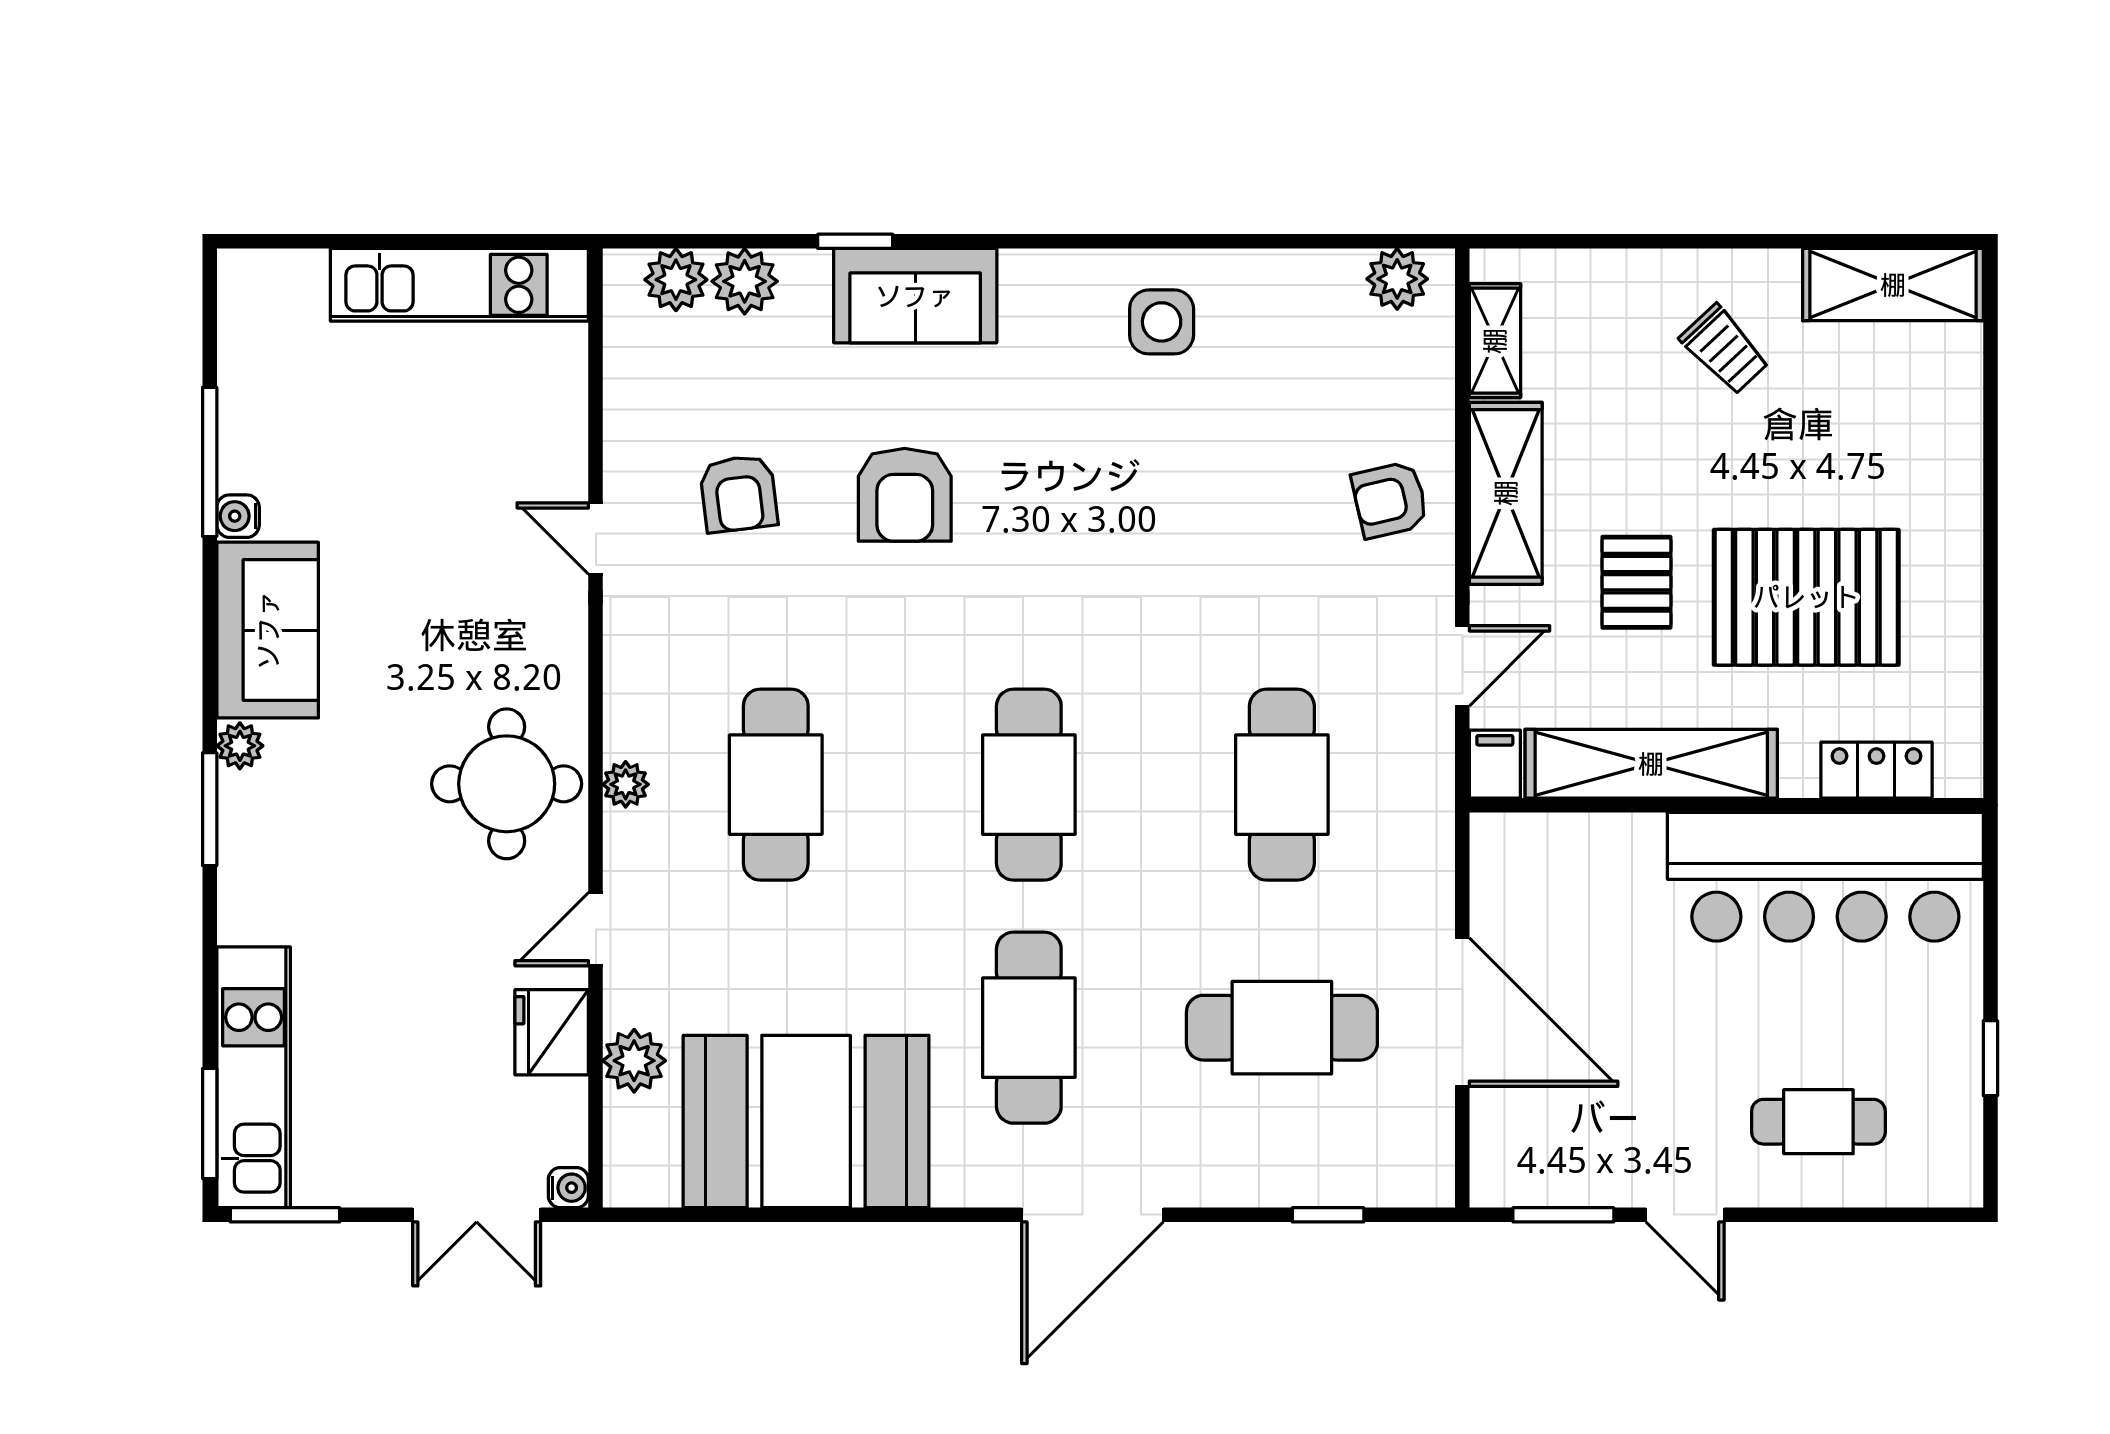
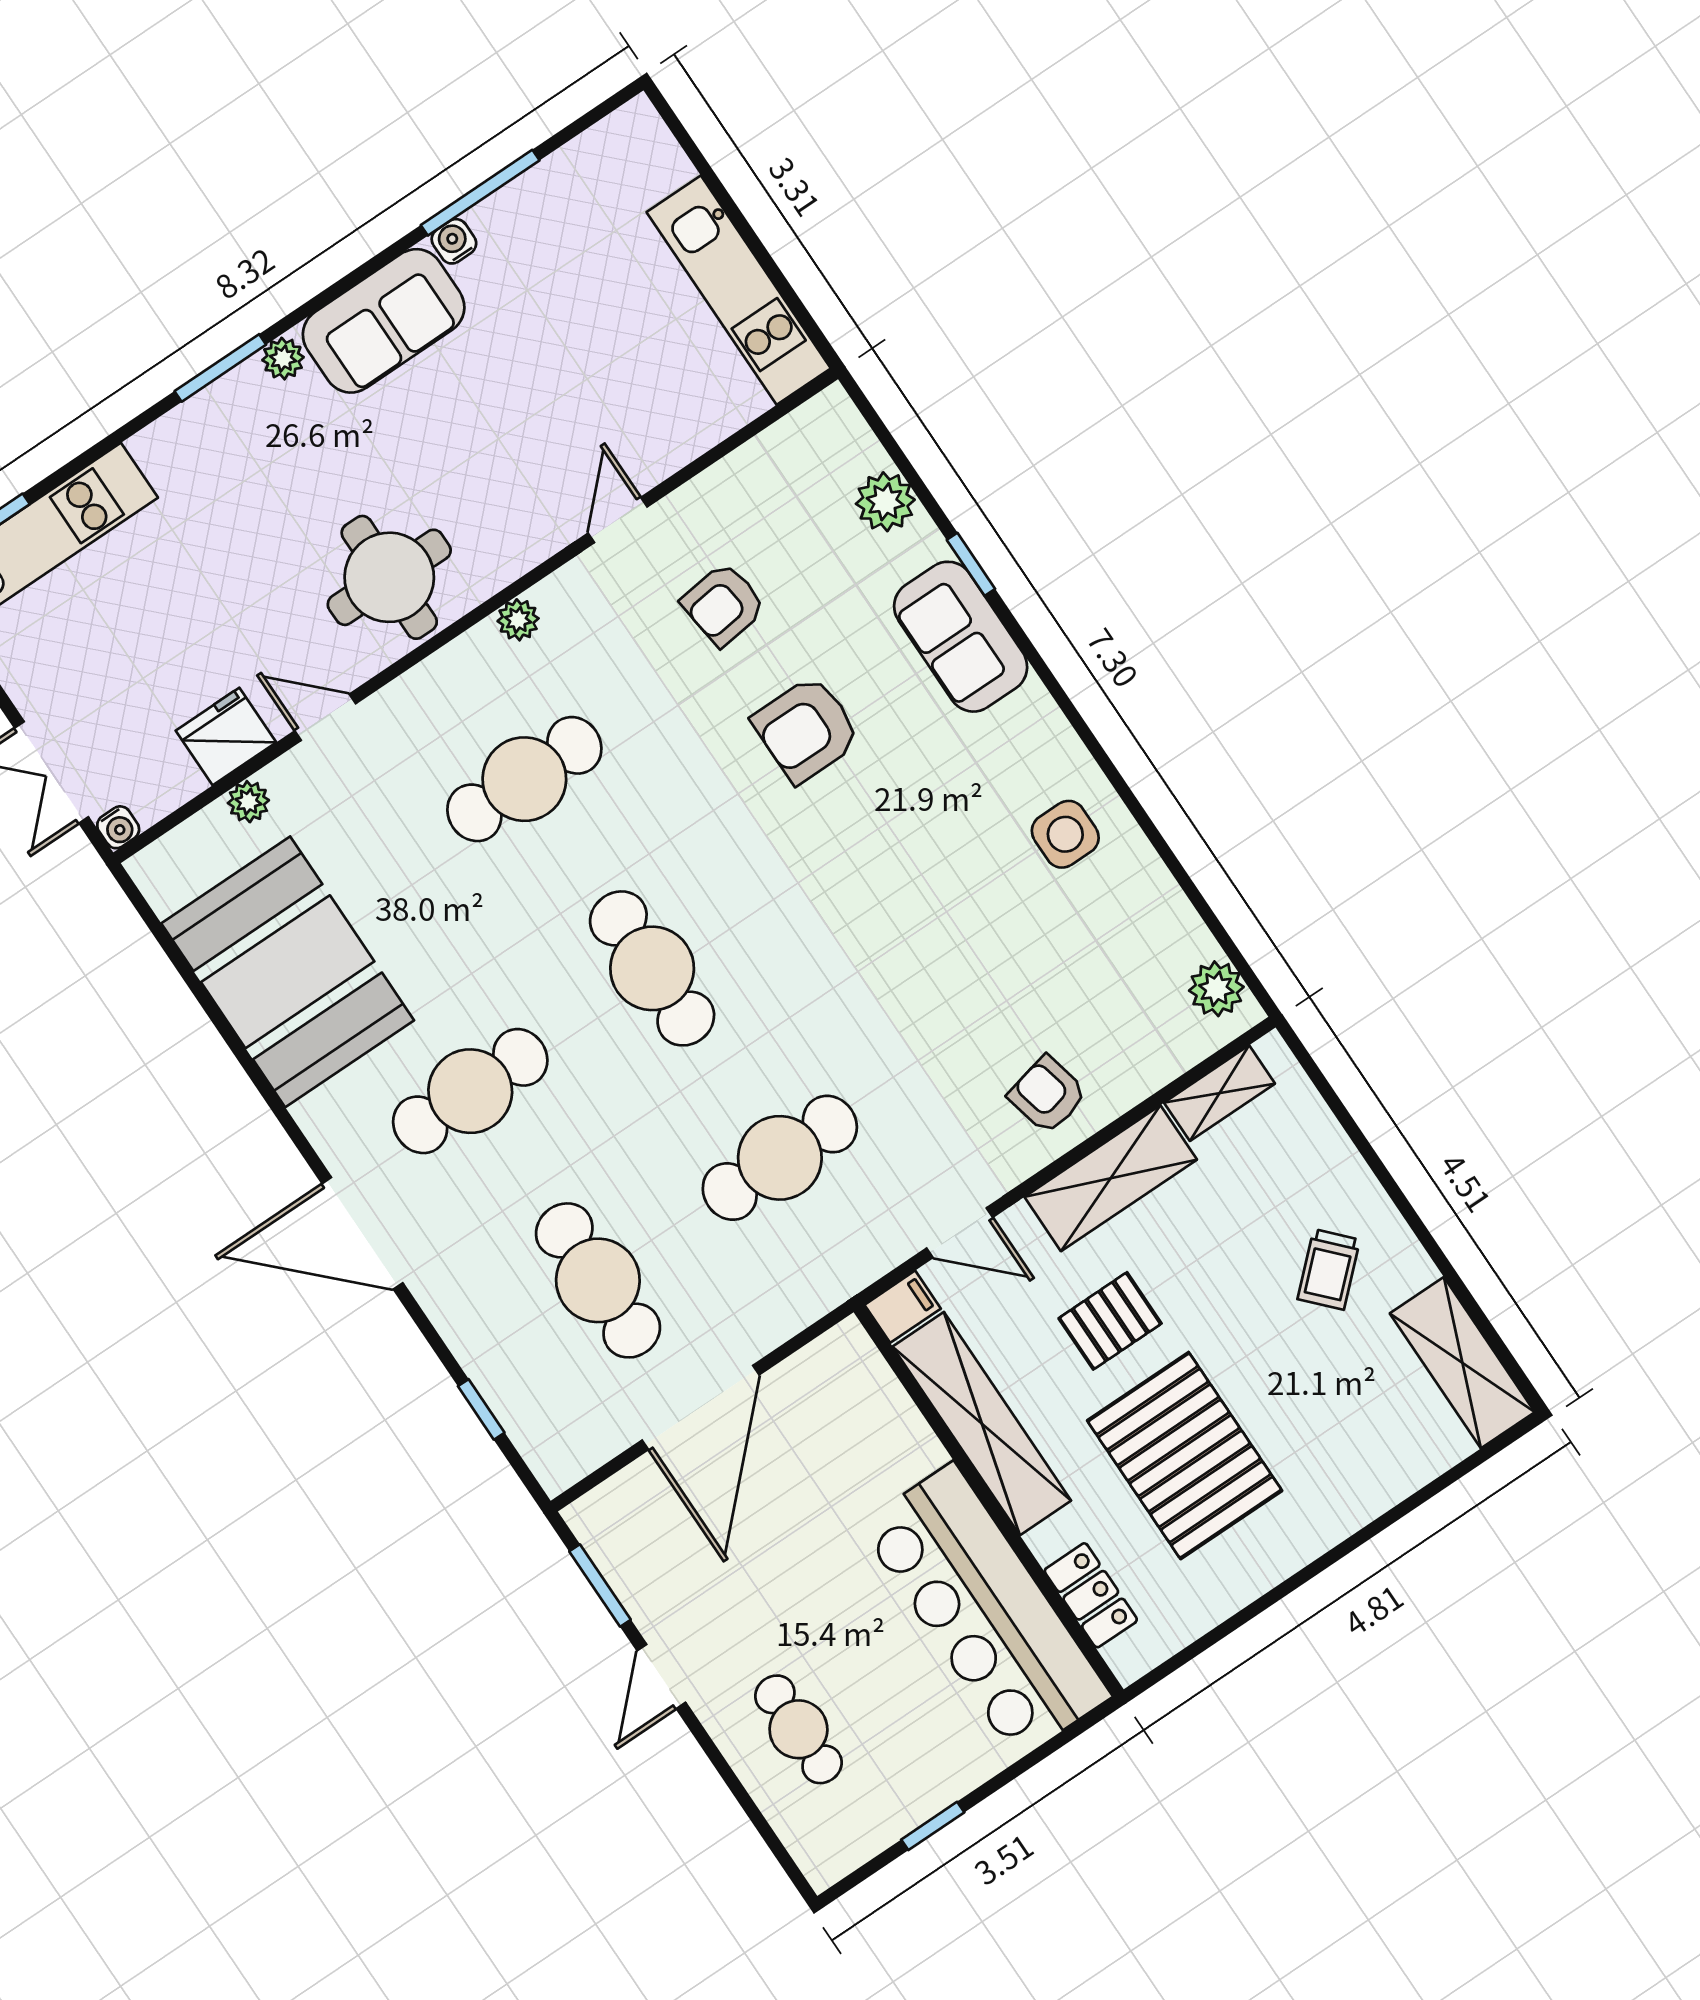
plant: (676, 280) -> (852, 450), removed
plant: (626, 784) -> (518, 620), moved
cafe table: (1029, 785) -> (652, 968), turned 90
plant: (634, 1061) -> (248, 802), width x0.73, depth x0.73

